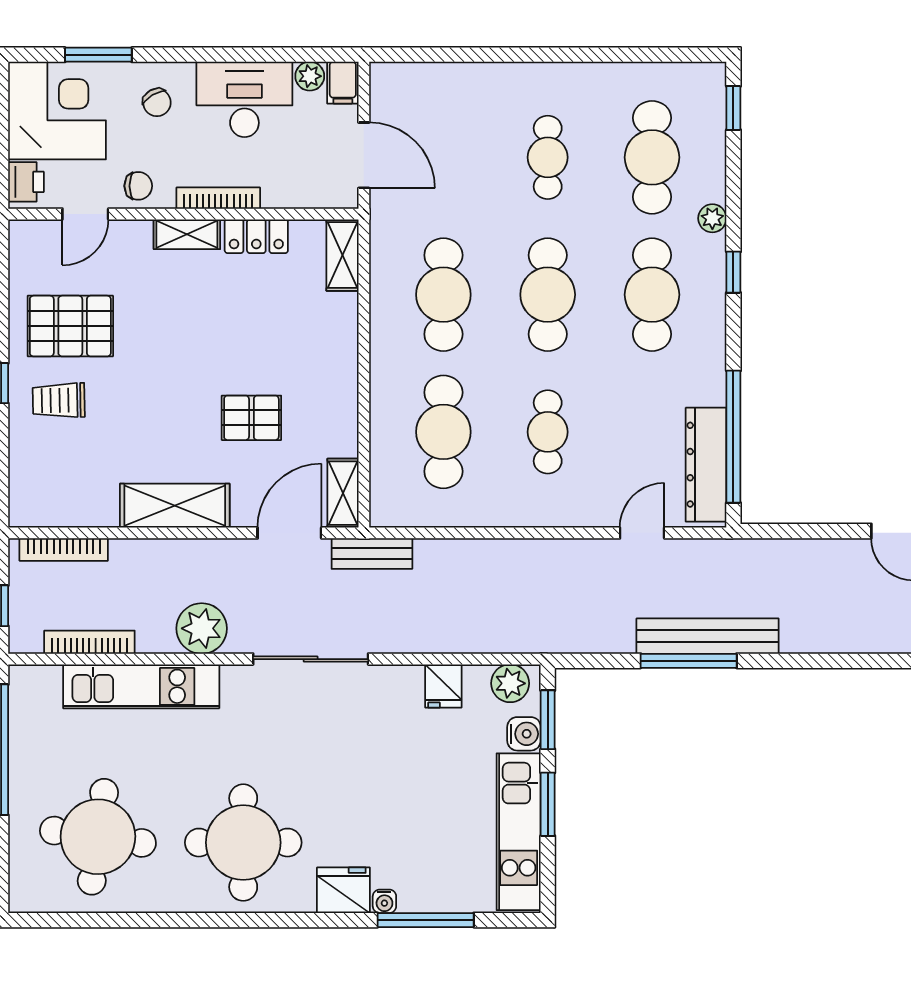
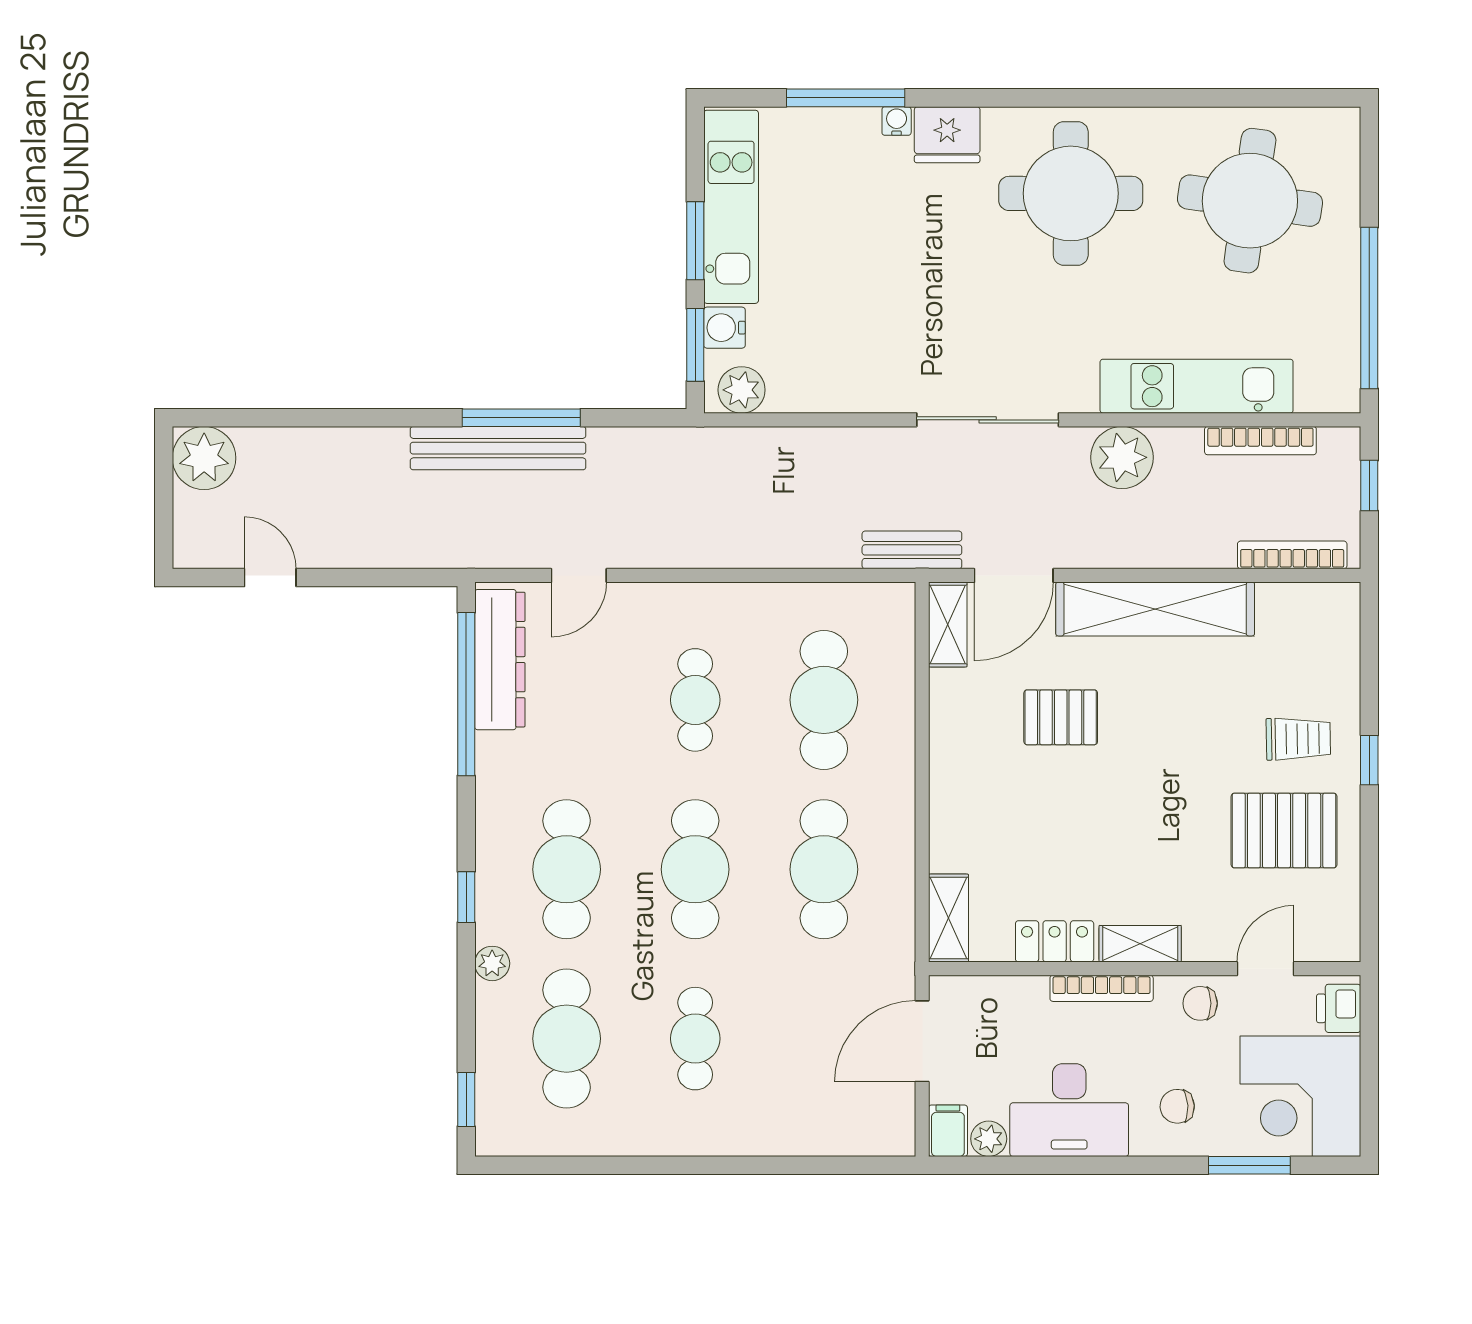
chair: (157, 102) -> (1177, 1106), turned -62
door: (364, 155) -> (922, 1041), hinge flipped
shelving: (175, 506) -> (1155, 609), width x1.47
fridge: (443, 686) -> (824, 387), removed

